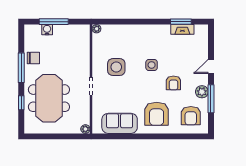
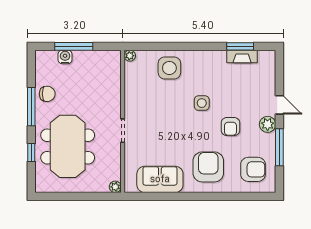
door: (211, 66) -> (279, 105), swing flipped
side table: (116, 67) -> (169, 68), moved
plant: (202, 92) -> (268, 124), moved
armchair: (157, 114) -> (208, 167), turned 180
armchair: (191, 116) -> (253, 169), turned -90

